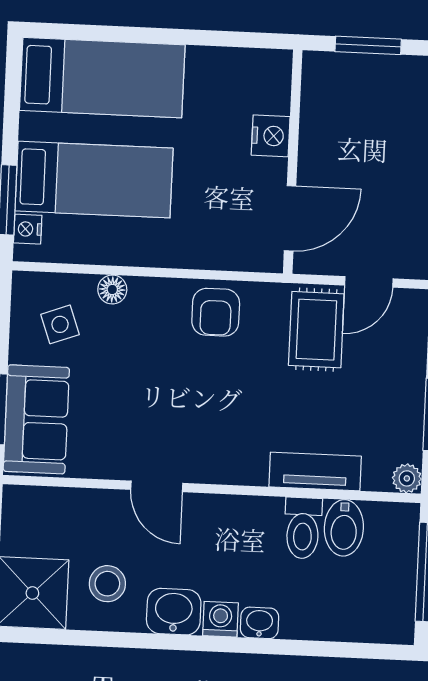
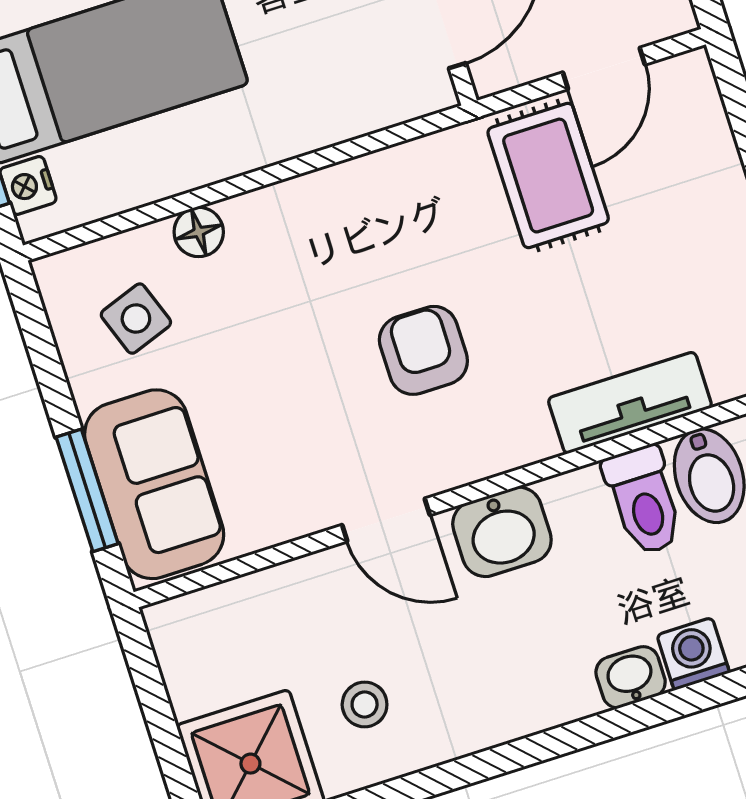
armchair: (216, 312) -> (423, 350), moved, turned 180
stool: (107, 584) -> (365, 704), width x0.73, depth x0.73
washbasin: (174, 612) -> (502, 532), moved, turned 180
washing machine: (220, 619) -> (693, 654), moved

